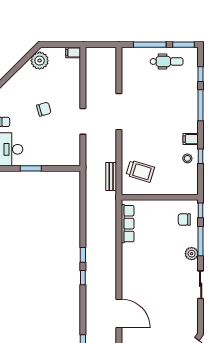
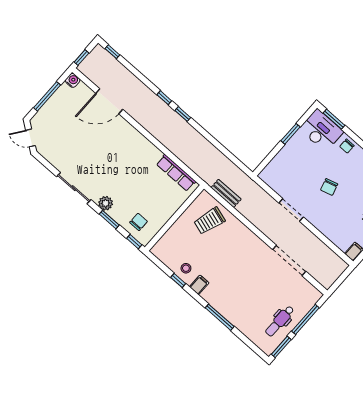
window: (201, 74) -> (245, 340), removed
doorway: (119, 112) -> (289, 260), moved
window: (201, 241) -> (109, 220), width x0.69
sliding door: (201, 285) -> (74, 188), width x1.37

